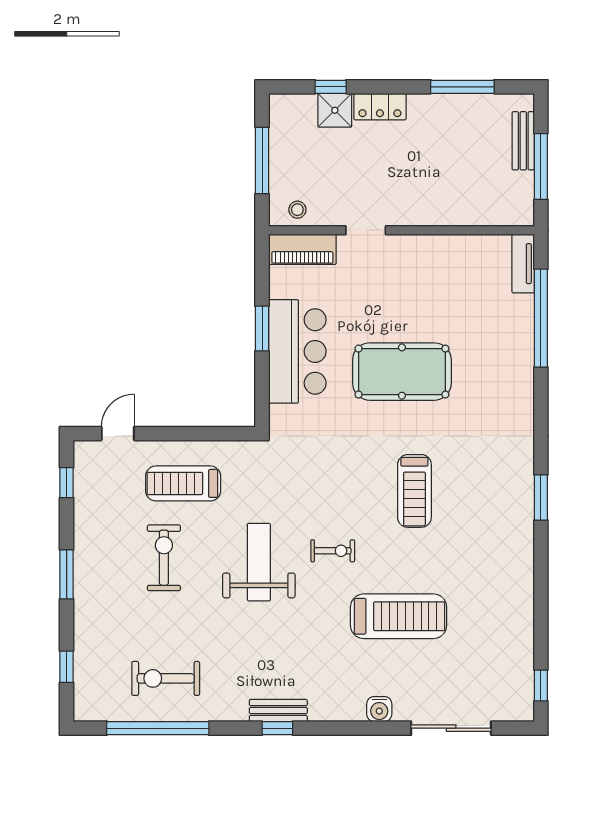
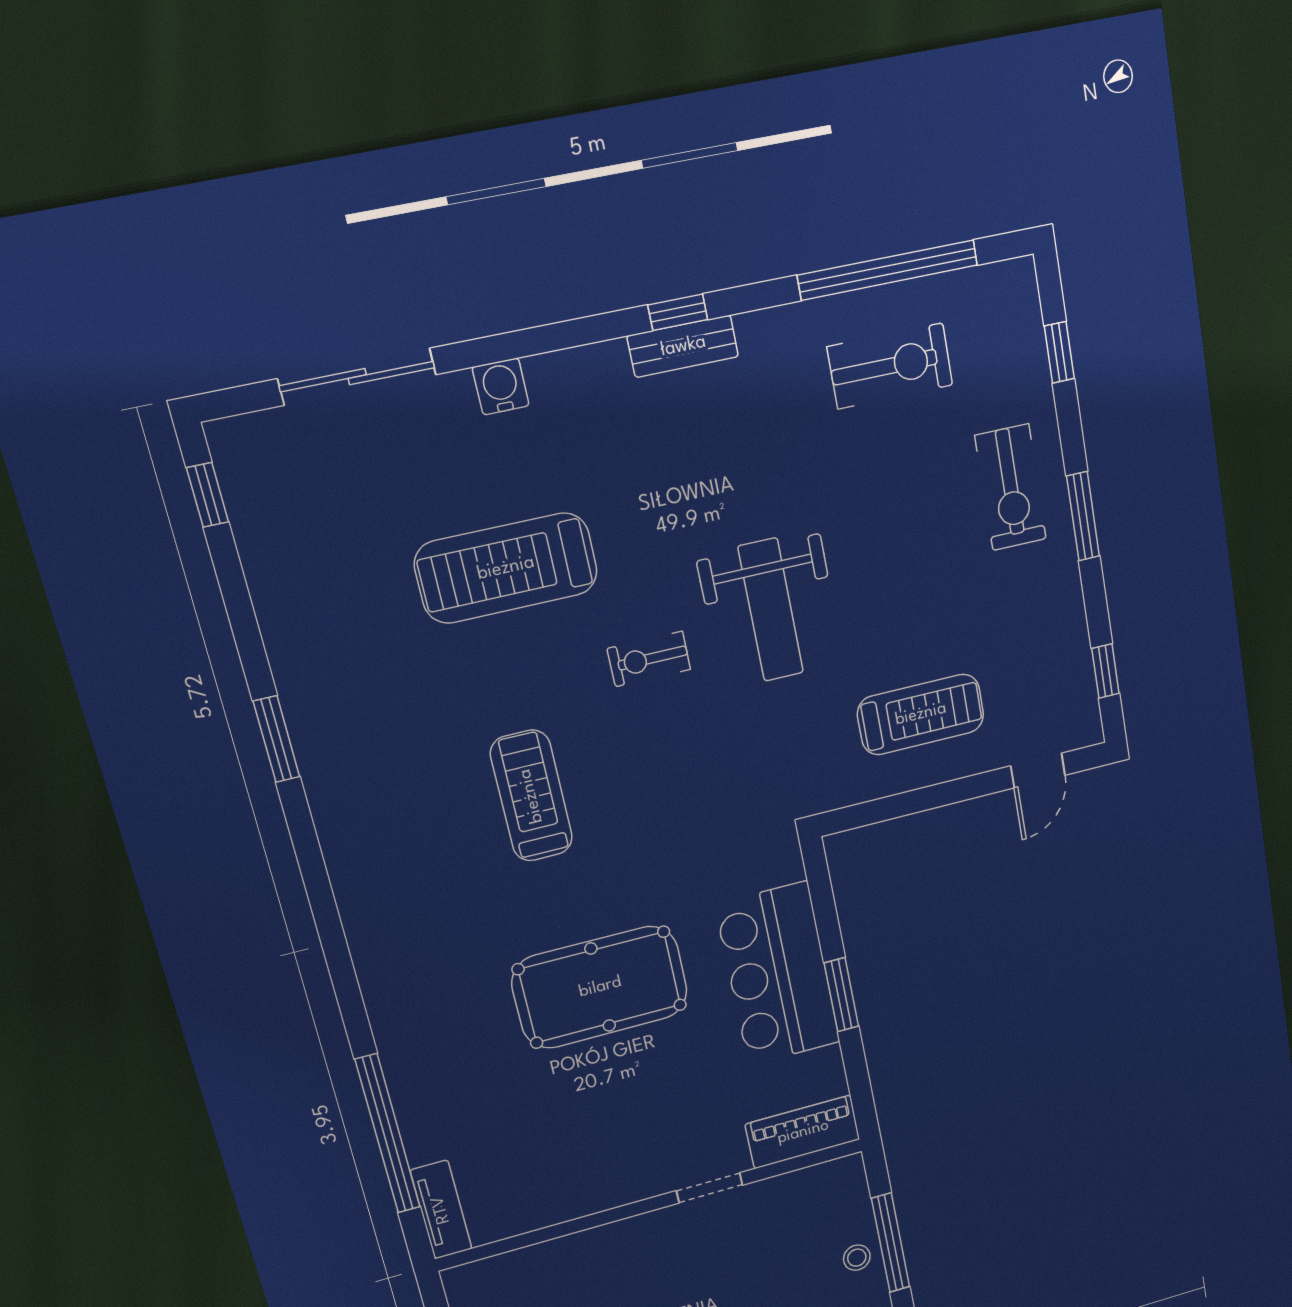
stool: (297, 210) -> (857, 1258), moved
window: (541, 497) -> (276, 739), moved
exercise bike: (164, 558) -> (1011, 487), moved

